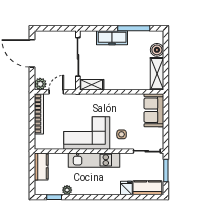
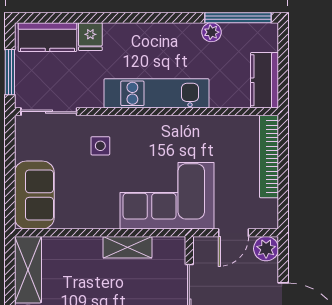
shelving: (92, 85) -> (127, 247), moved
bookcase: (39, 114) -> (269, 157), moved
corner sofa: (87, 133) -> (167, 196), moved, turned 180
window: (54, 197) -> (238, 18), width x2.17

